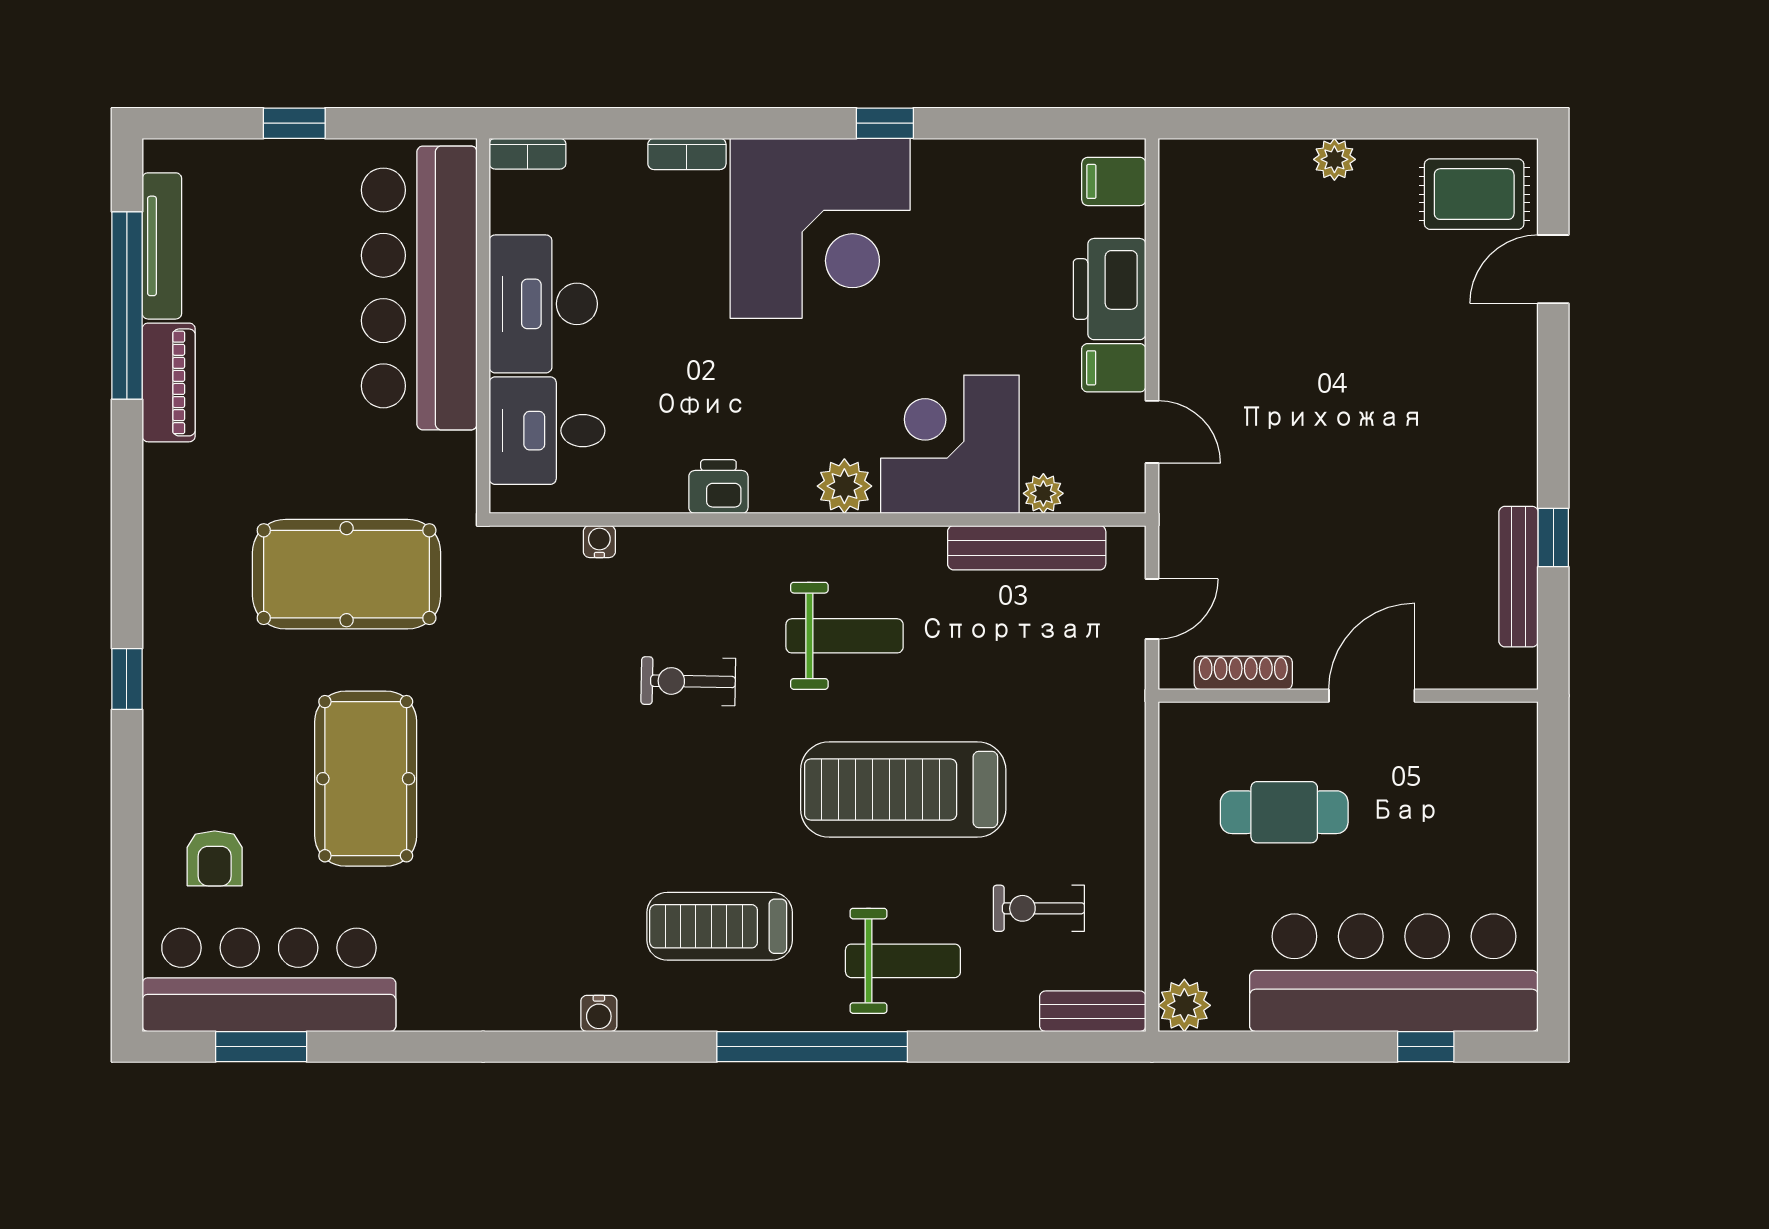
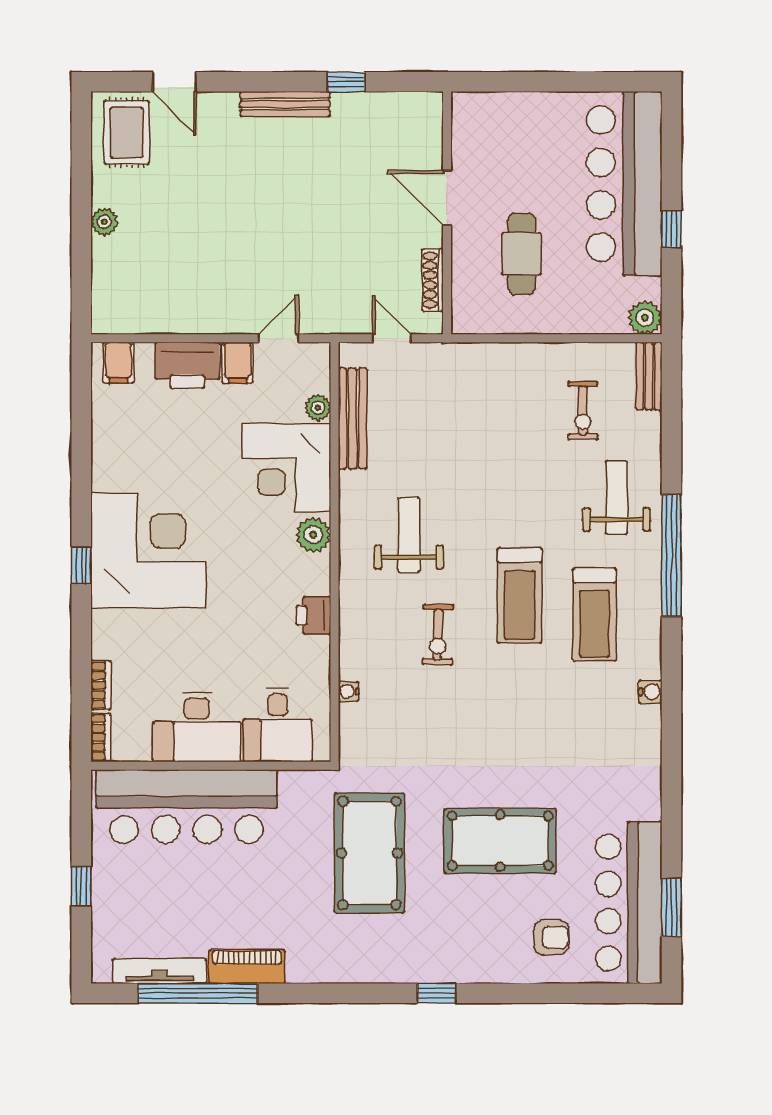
window: (885, 123) -> (81, 566), moved
bookcase: (687, 154) -> (101, 685), moved
bench: (1519, 577) -> (285, 104), moved
treadmill: (903, 789) -> (520, 595), moved, width x0.73, depth x0.73
window: (1426, 1047) -> (671, 229), moved

